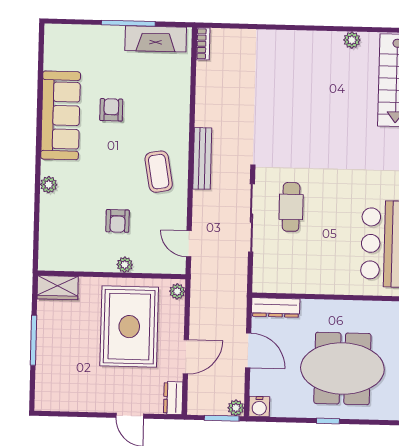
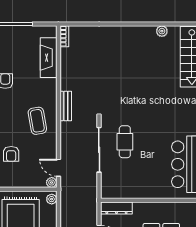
fireplace: (156, 39) -> (49, 58), moved, turned 90
bench: (202, 158) -> (66, 106), width x0.73
plant: (125, 265) -> (52, 182), moved

